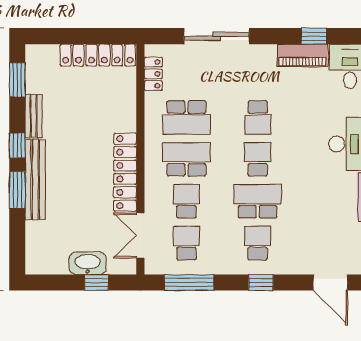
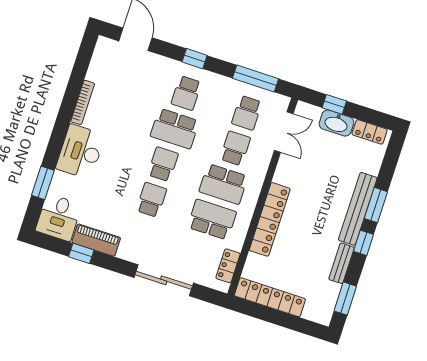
school desk: (258, 159) -> (163, 164), turned 180
locker: (125, 172) -> (270, 219), moved
school desk: (186, 201) -> (235, 148), turned 180
locker: (49, 265) -> (370, 132), added

